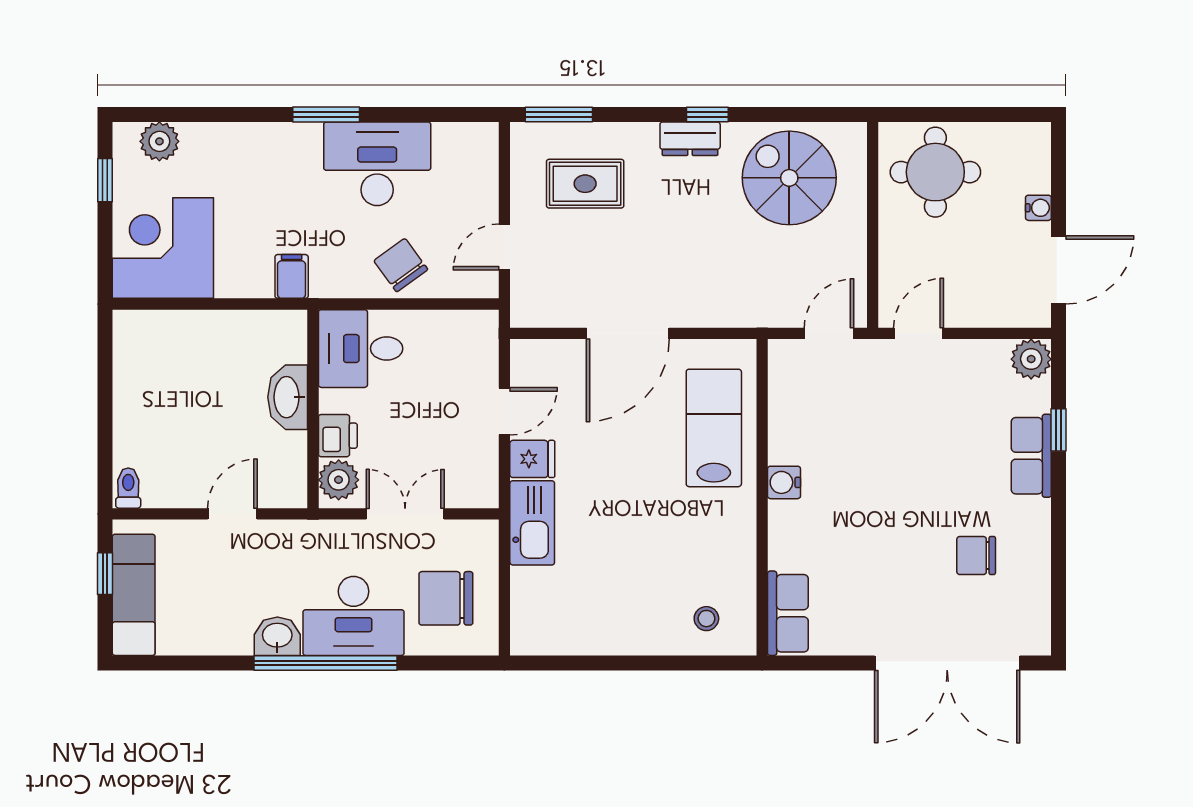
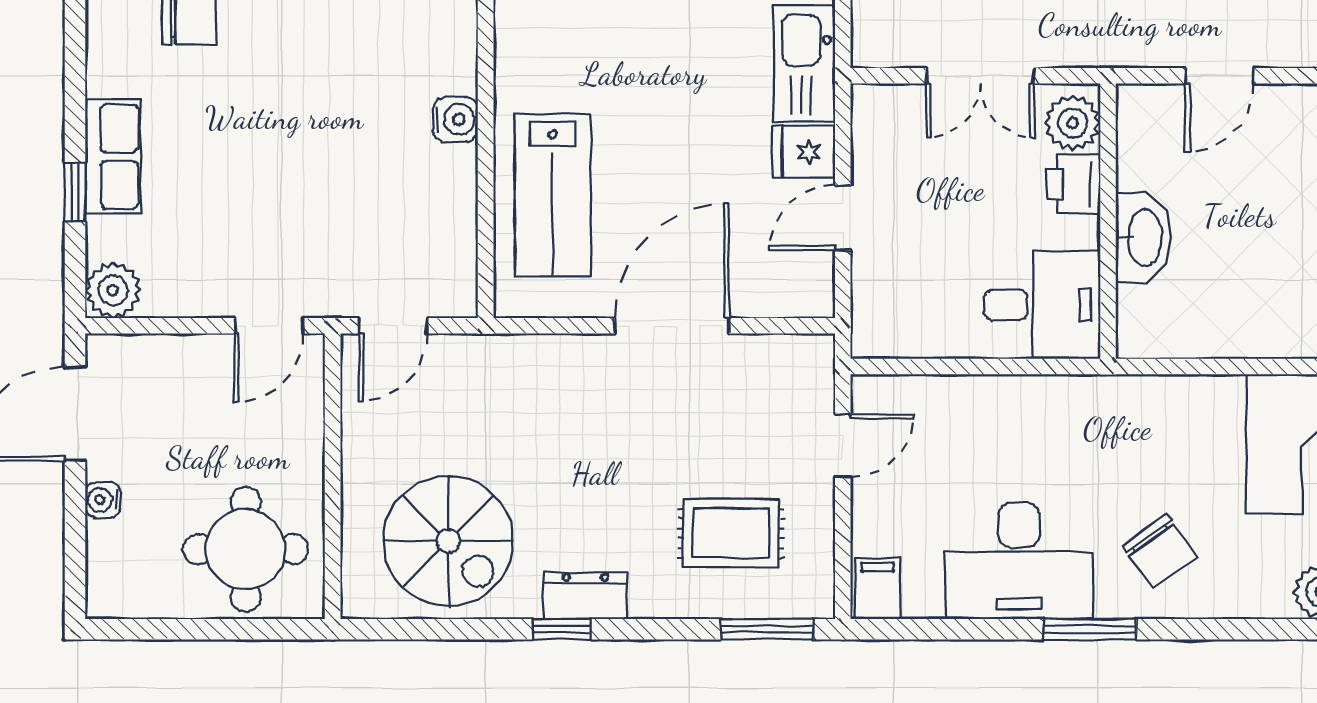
chair: (401, 265) -> (1160, 551), moved
filing cabinet: (292, 276) -> (878, 589), moved, turned 180

